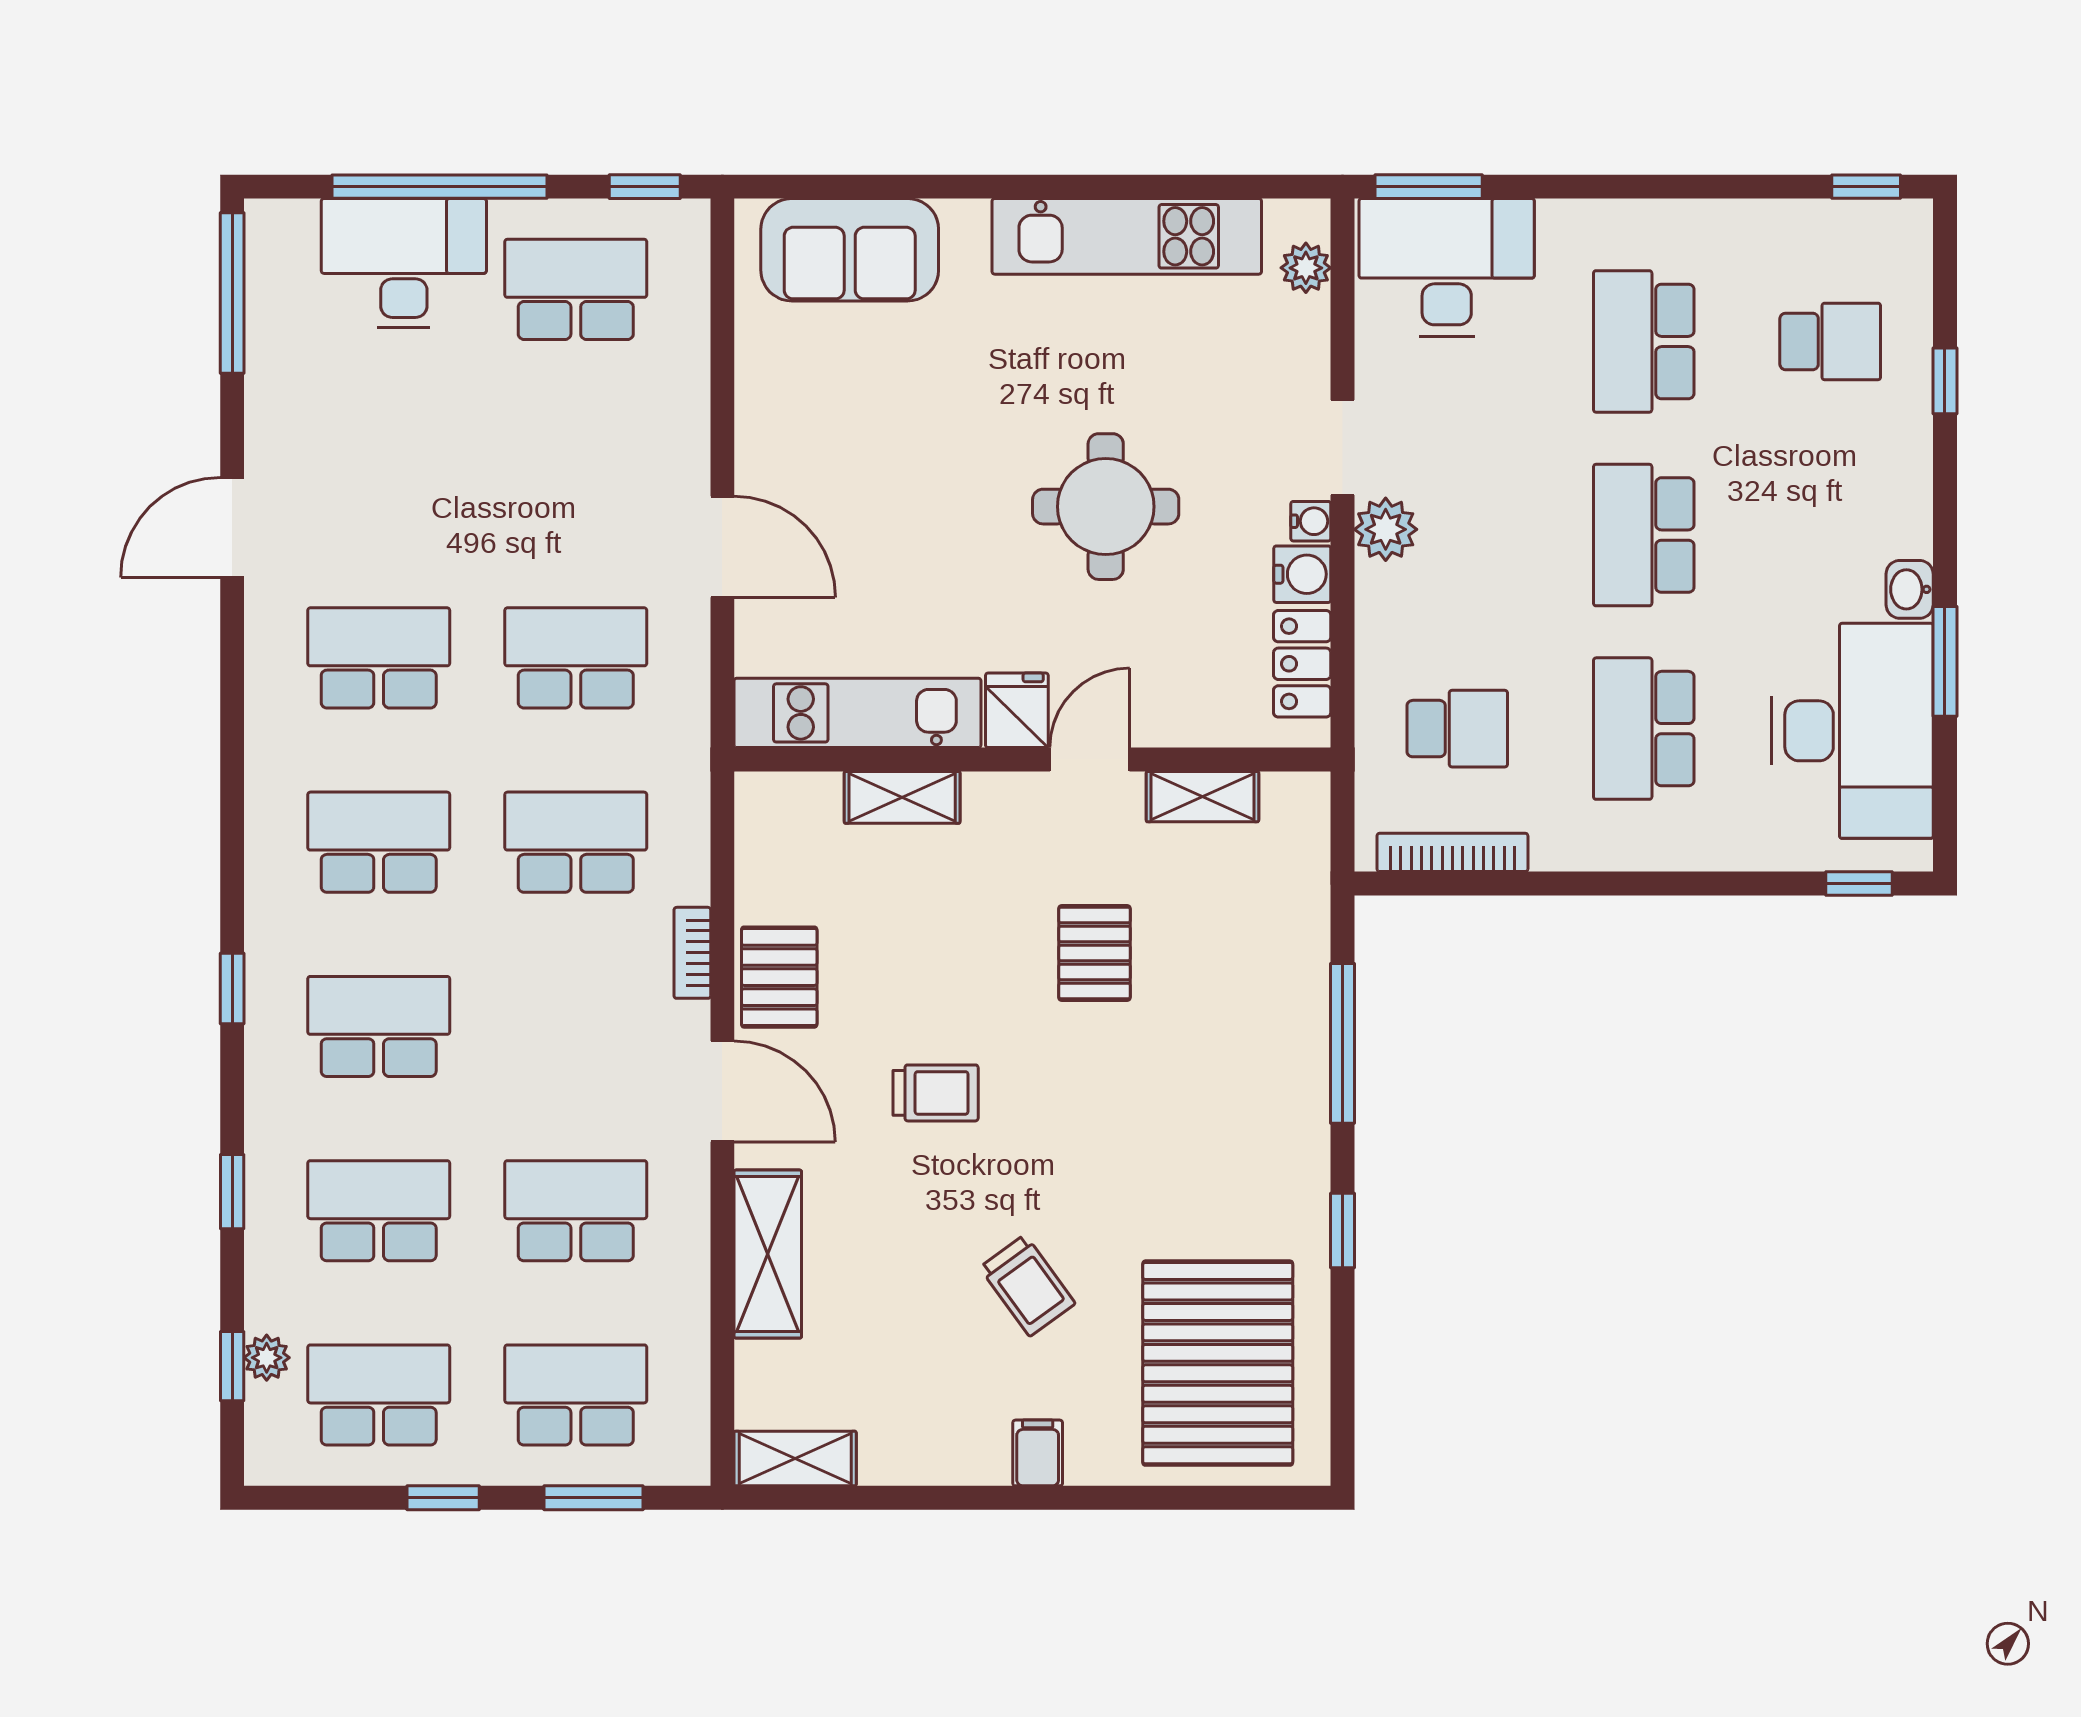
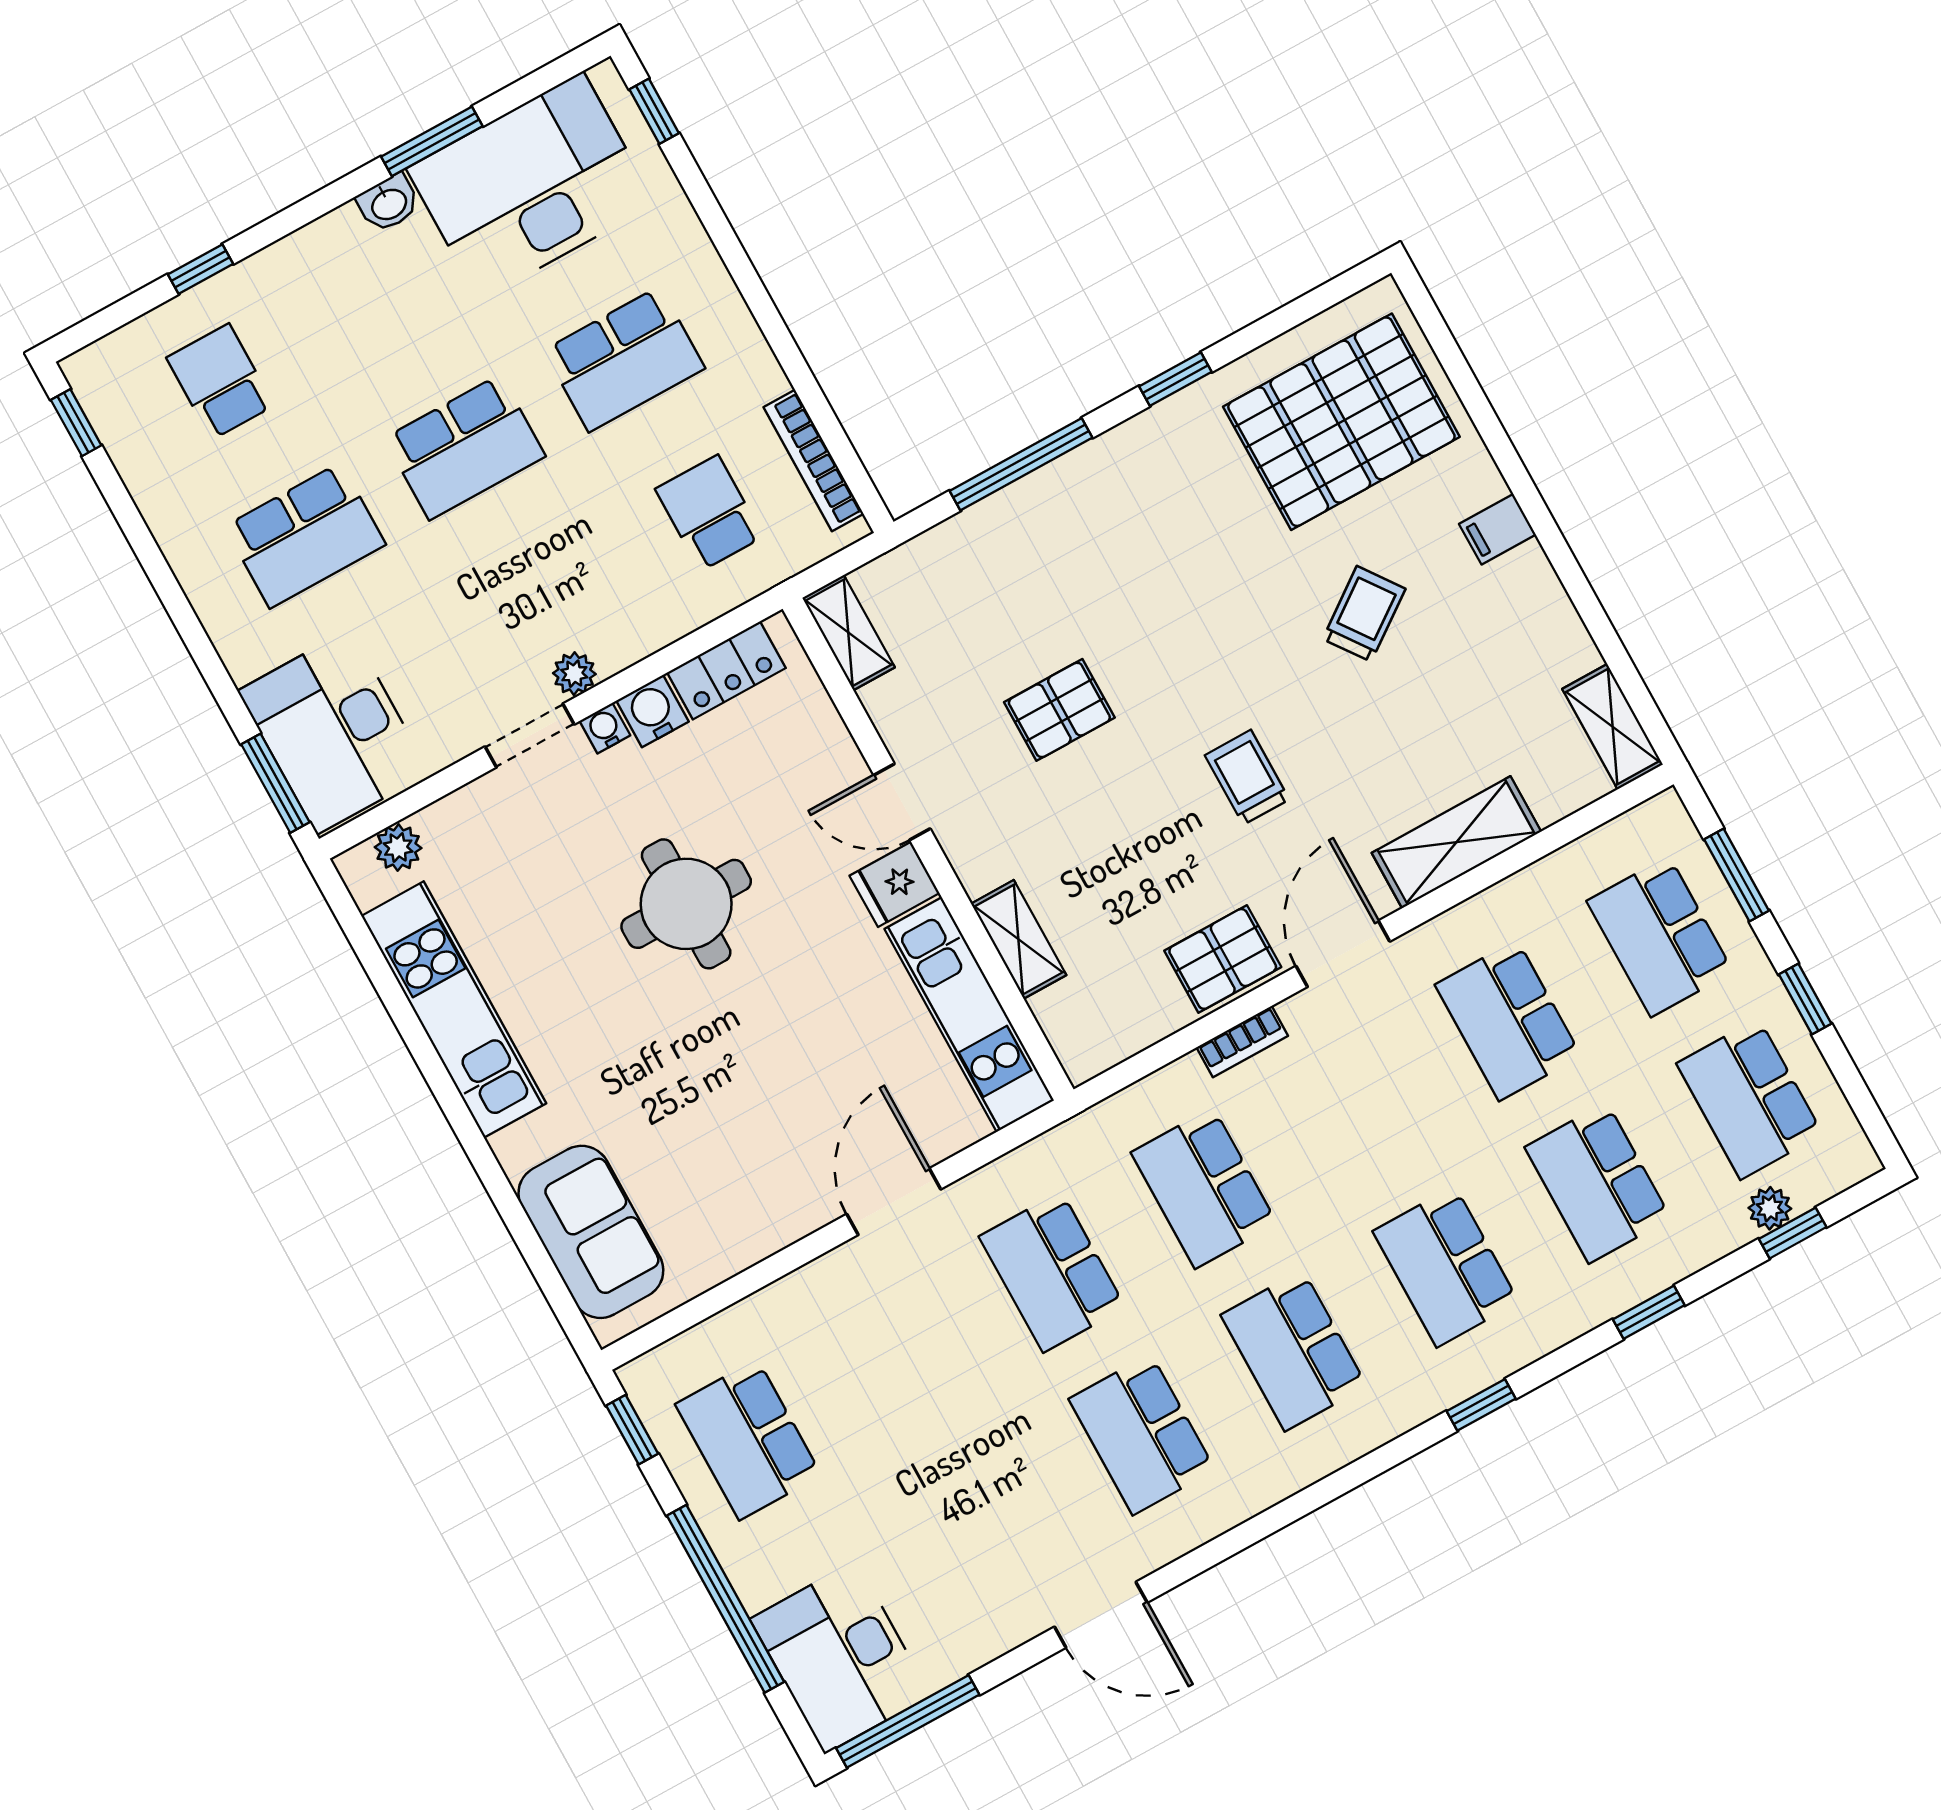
desk: (404, 263) -> (840, 1657), moved
plant: (1386, 529) -> (574, 674), width x0.73, depth x0.73
shelving: (1202, 797) -> (848, 633), moved

